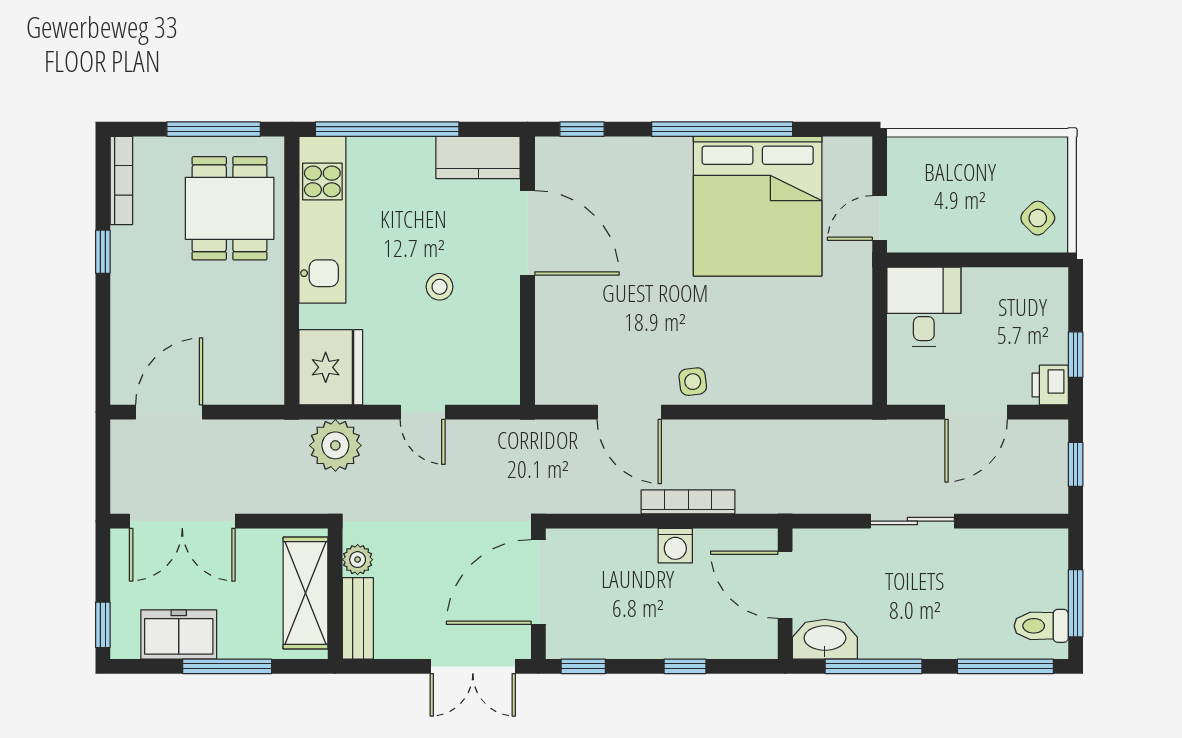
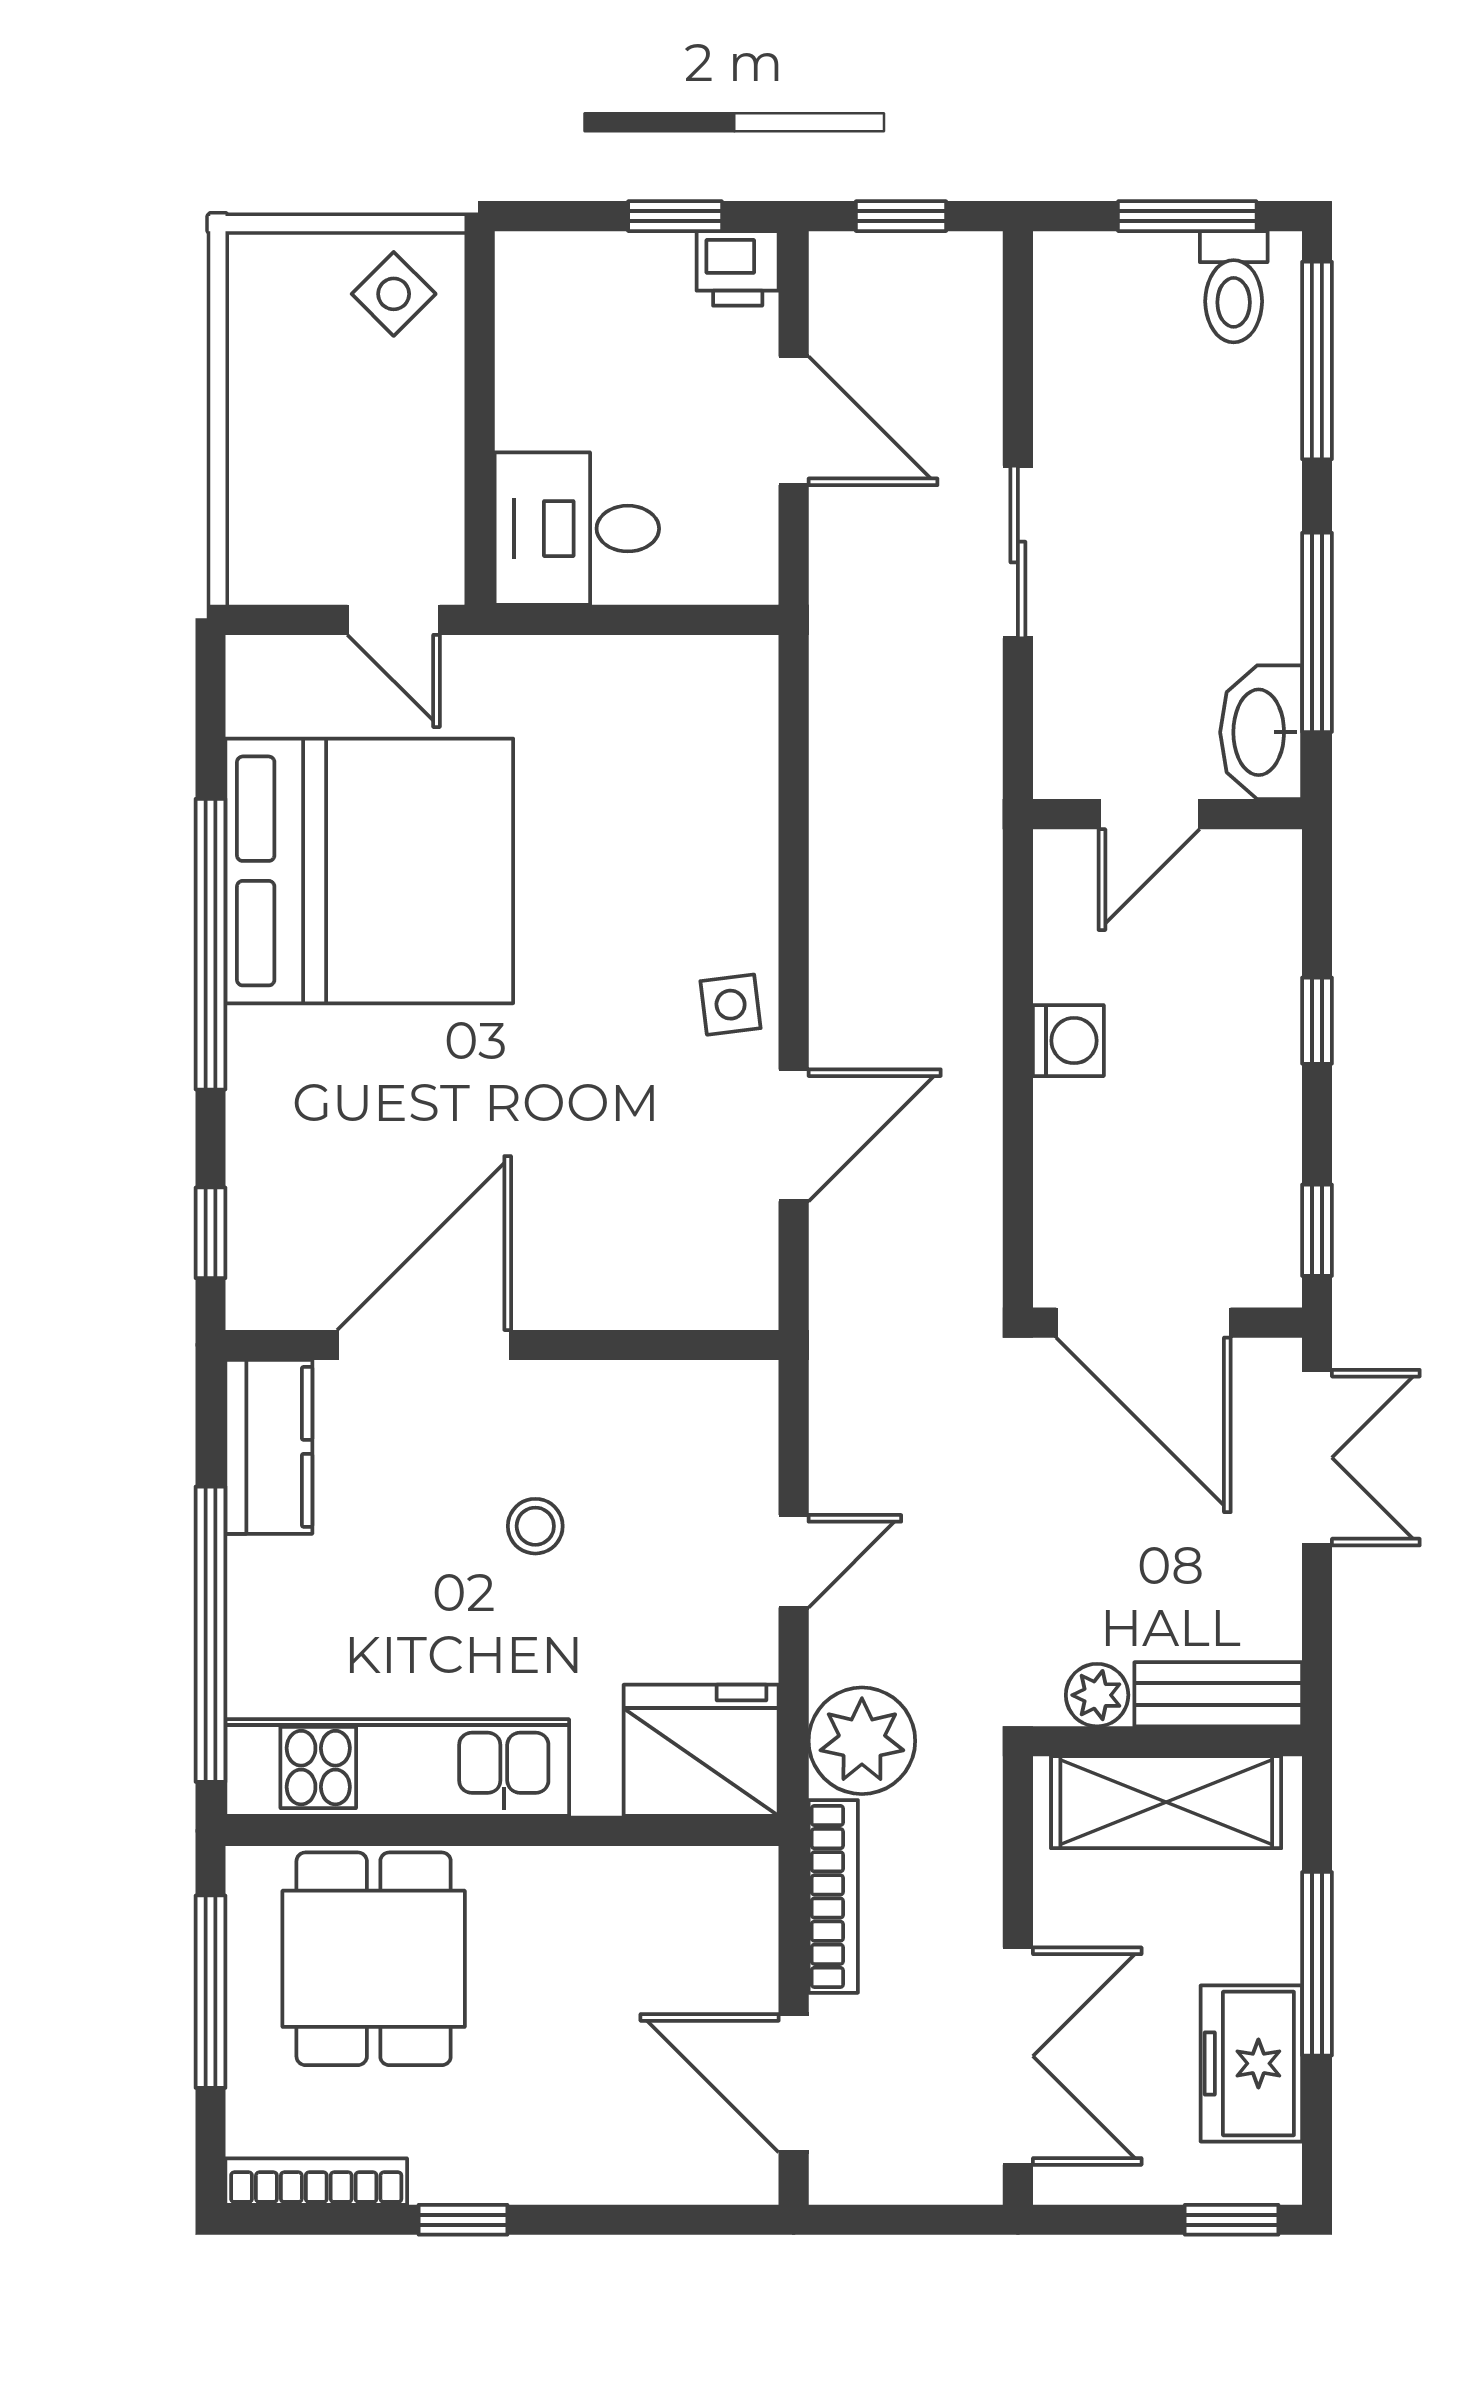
dining table: (230, 208) -> (374, 1959), turned 90
bookcase: (688, 502) -> (833, 1896), moved, turned 180
door: (785, 585) -> (1149, 814), width x0.73

